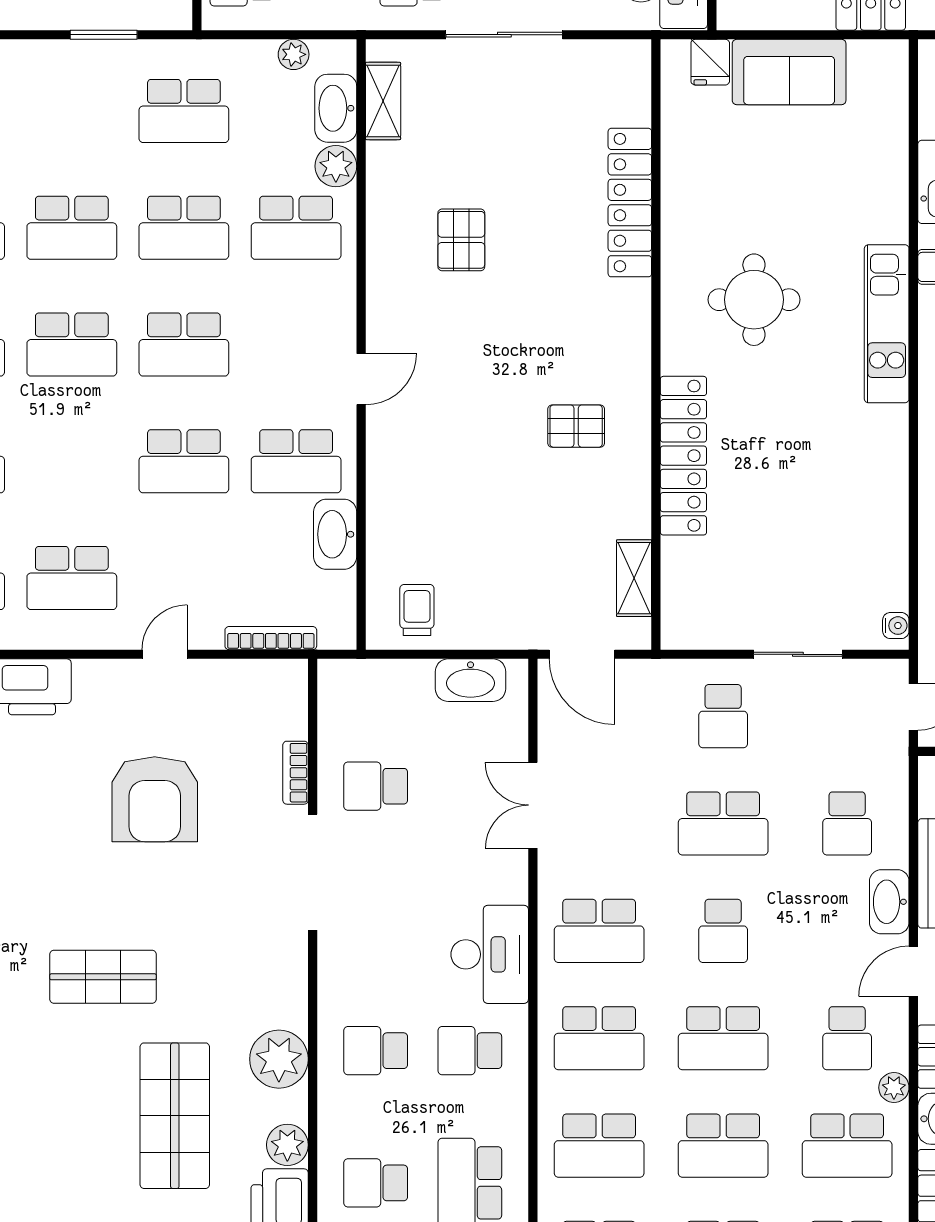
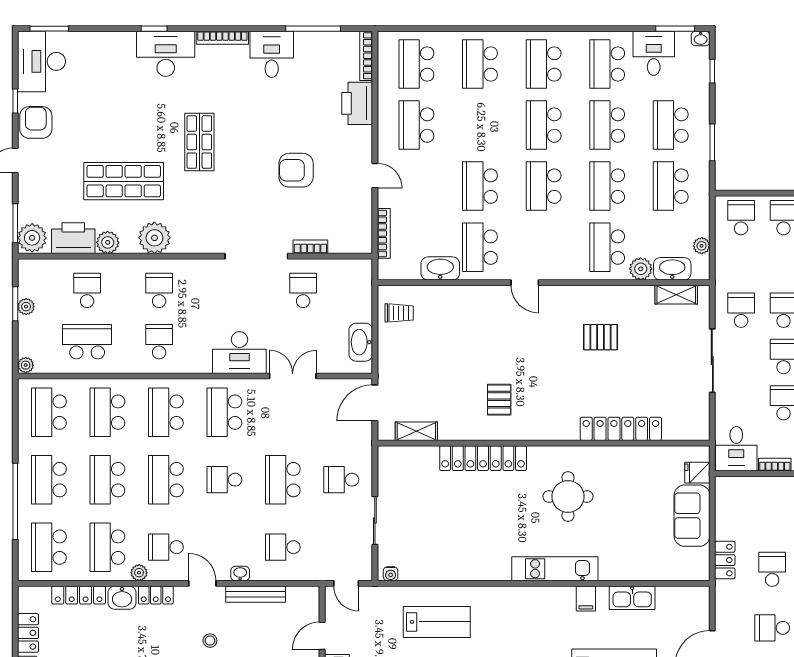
school desk: (72, 111) -> (671, 125), added
armchair: (155, 799) -> (296, 170), width x0.73, depth x0.73
washbasin: (889, 902) -> (240, 573), width x0.52, depth x0.69
desk: (490, 954) -> (239, 353), moved

